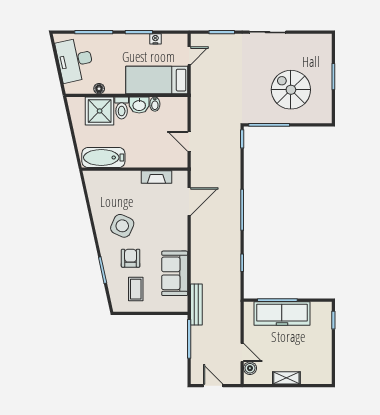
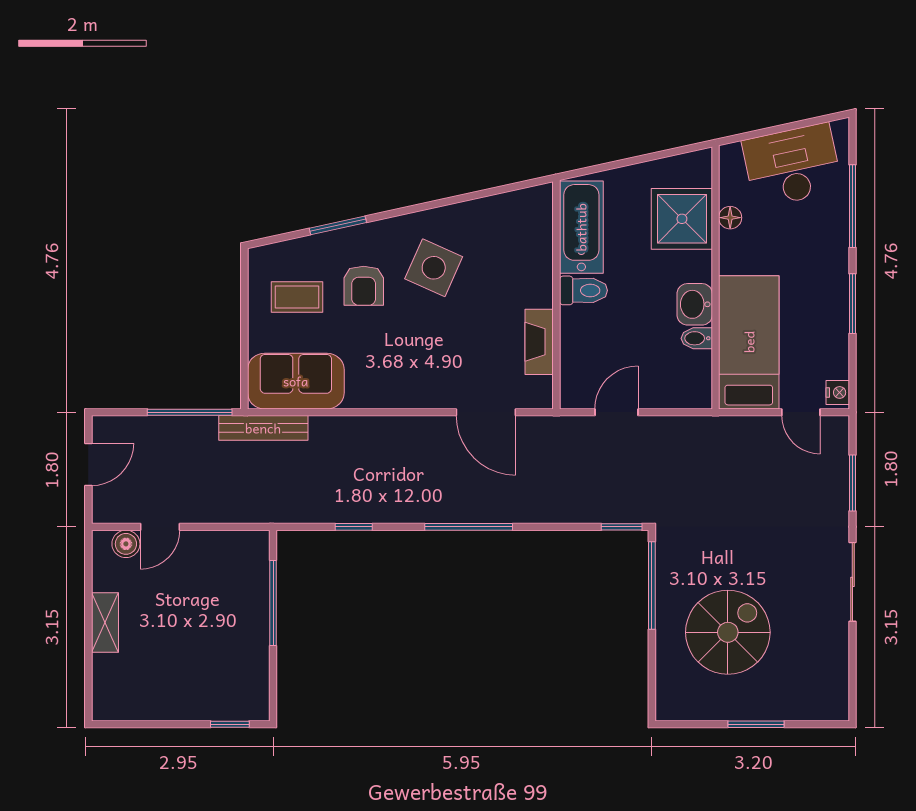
nightstand: (155, 39) -> (838, 392), moved
toilet: (122, 108) -> (583, 290), moved, turned 180
armchair: (131, 258) -> (364, 286), turned 90
sofa: (175, 273) -> (296, 381), moved
freezer: (282, 314) -> (244, 613), removed

